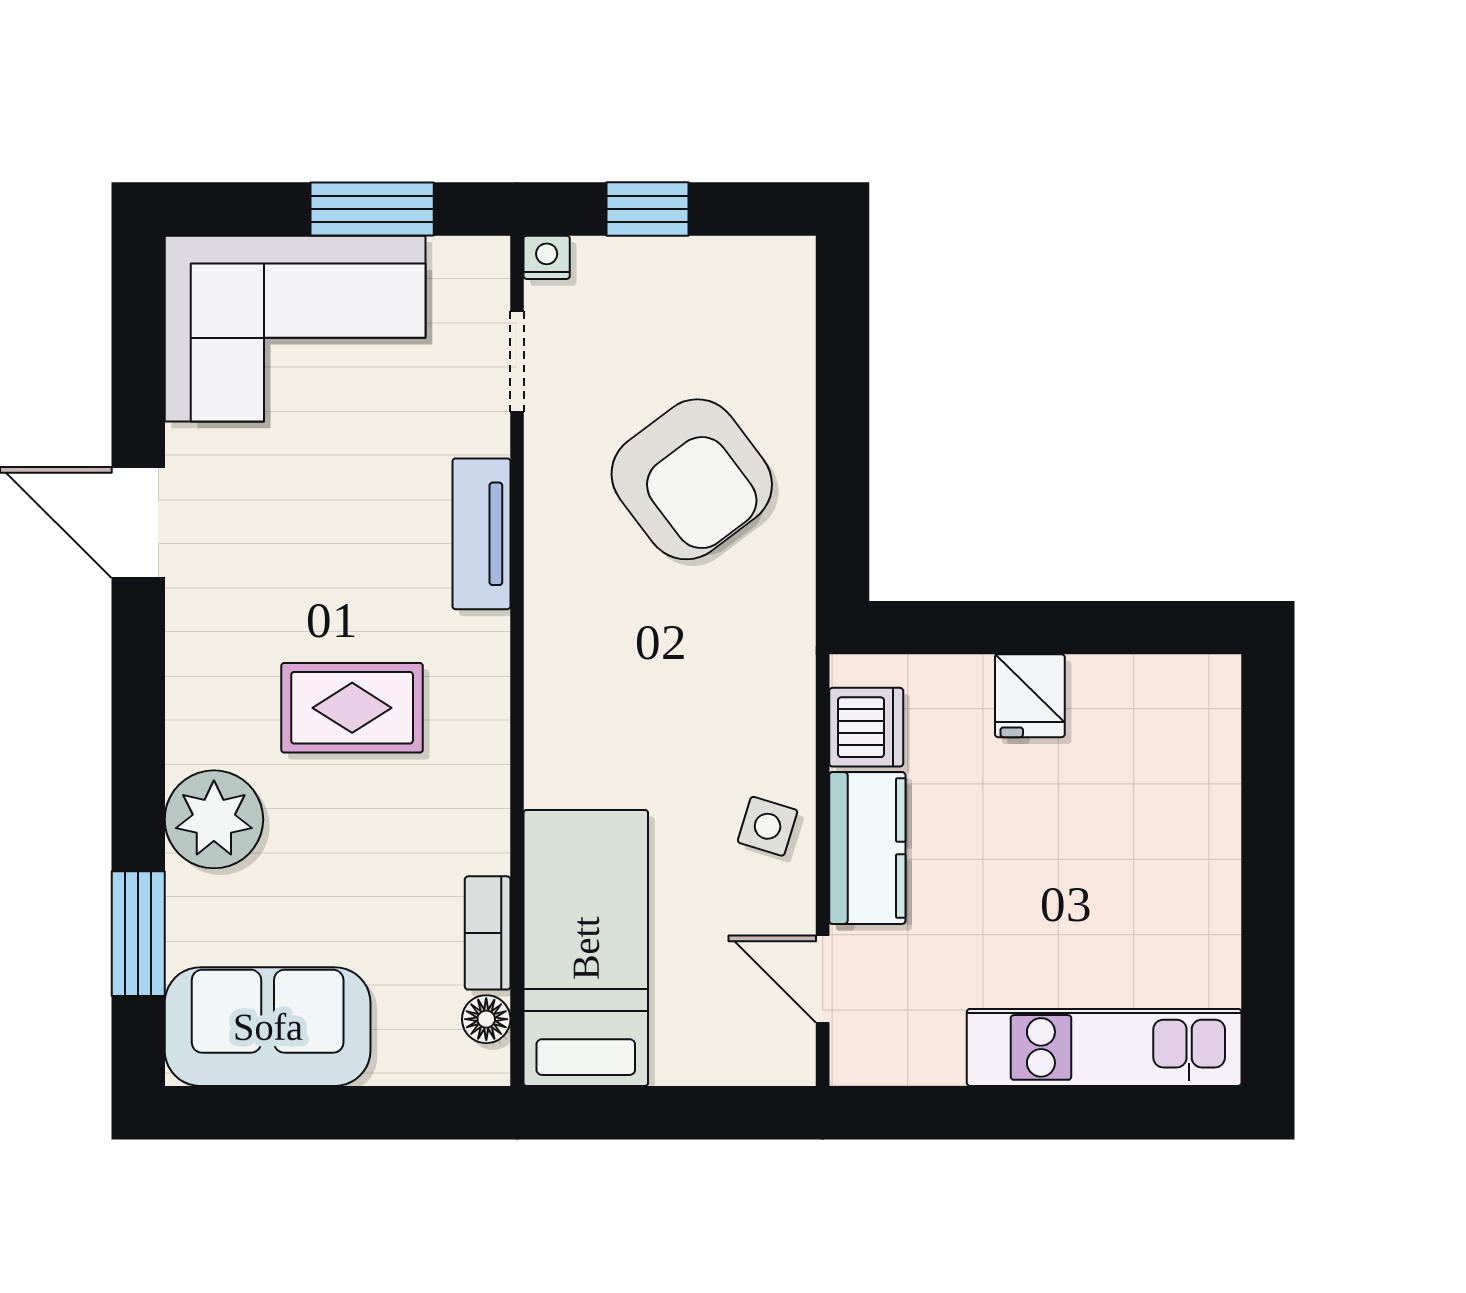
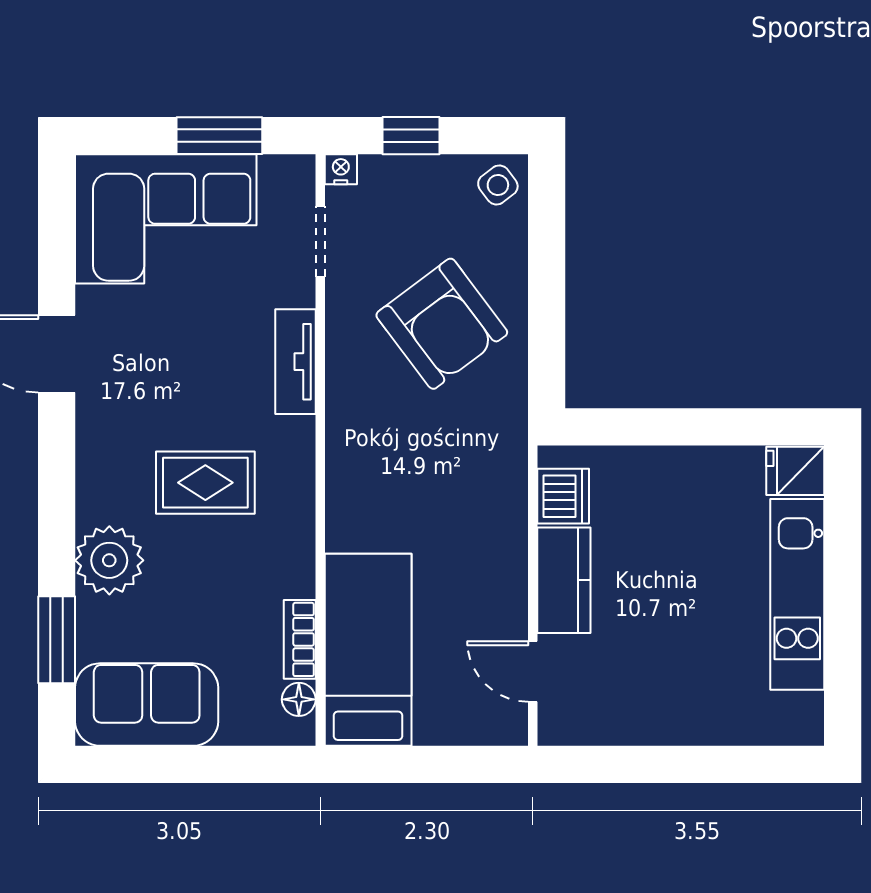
fridge: (1030, 696) -> (795, 471), moved, turned 90
side table: (768, 826) -> (498, 185), moved, turned 36
kitchen unit: (1104, 1047) -> (797, 594), moved, turned -90

